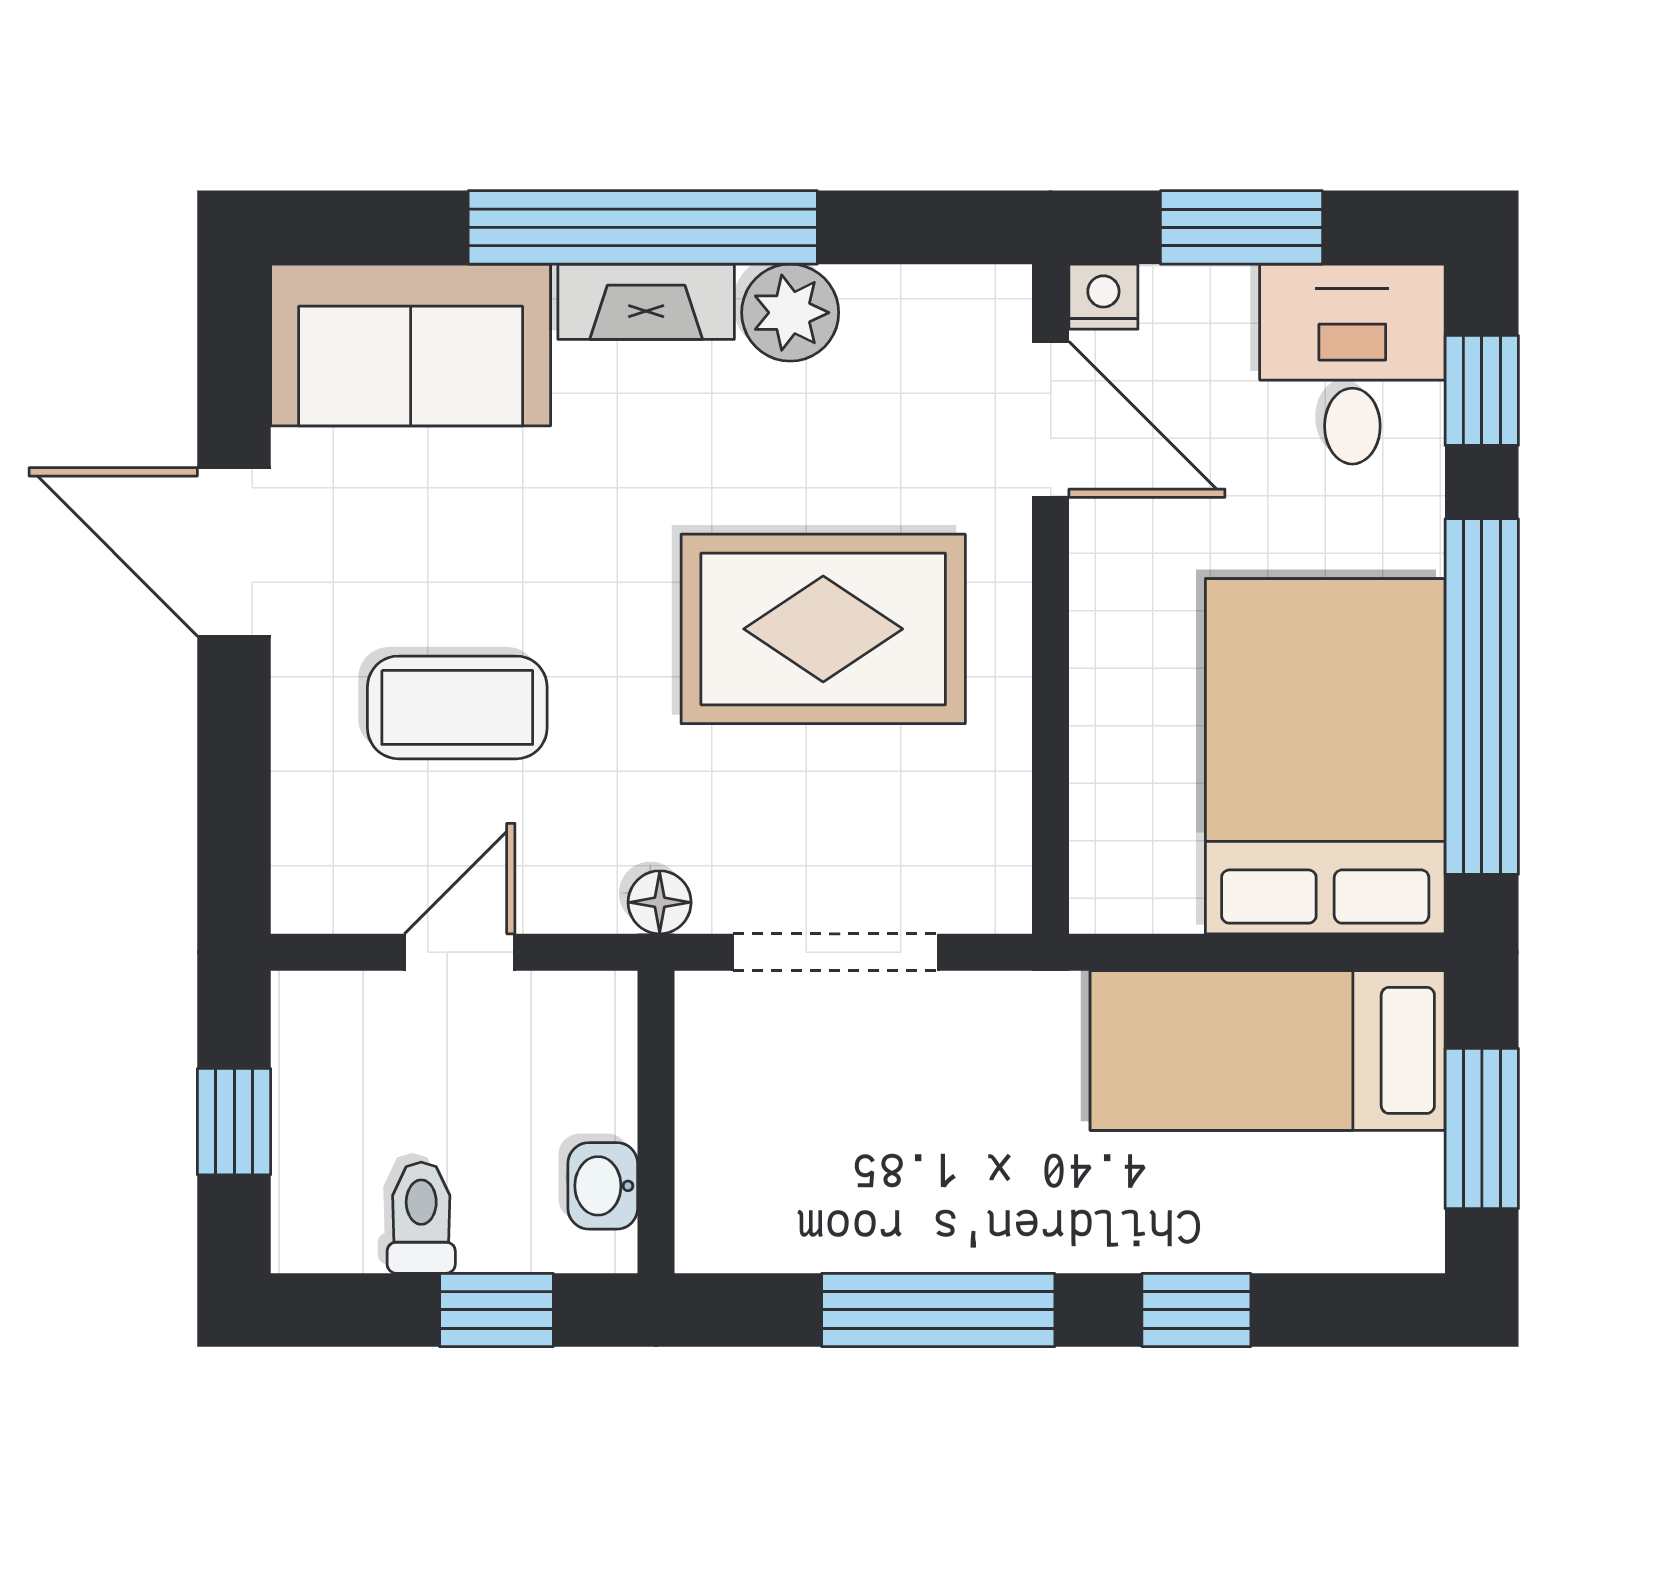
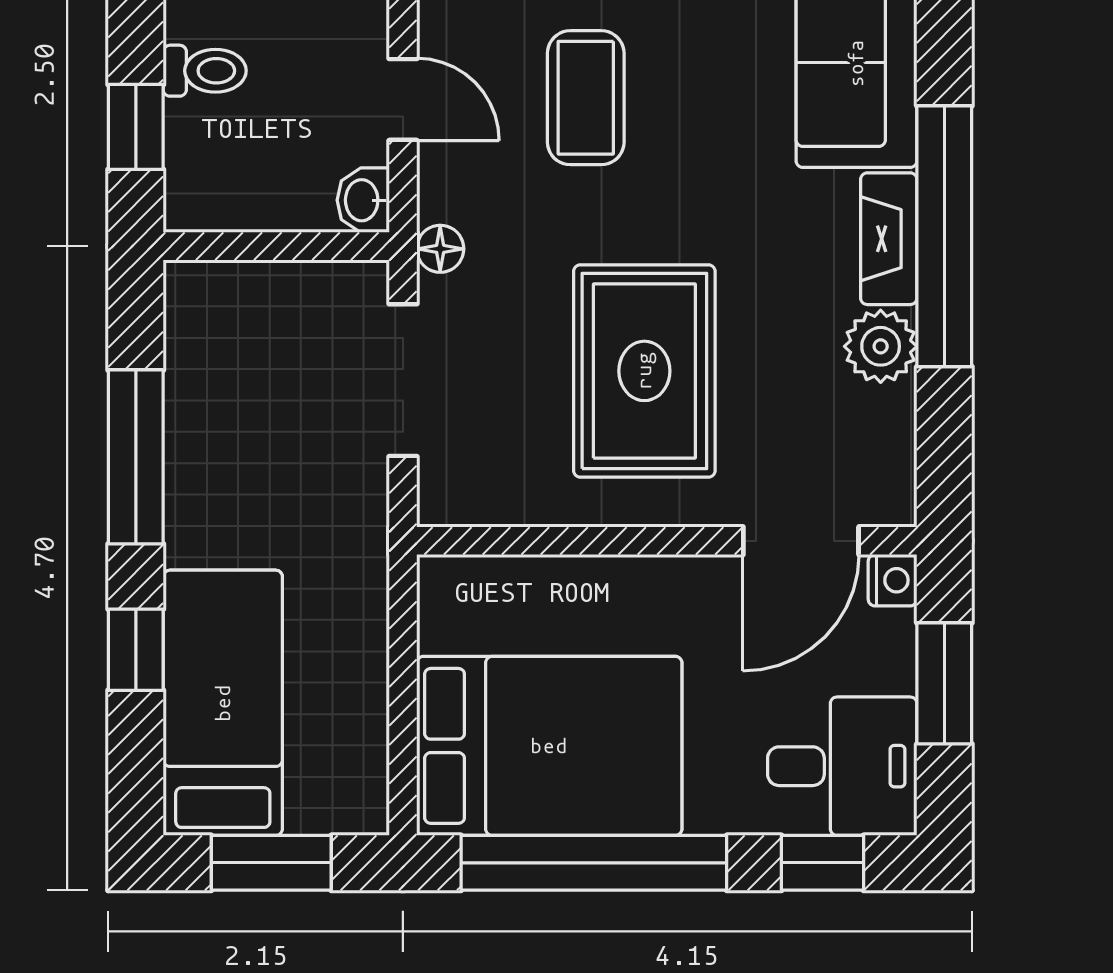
bed: (1268, 1050) -> (223, 703), moved
washbasin: (603, 1186) -> (363, 200), moved, turned -90

